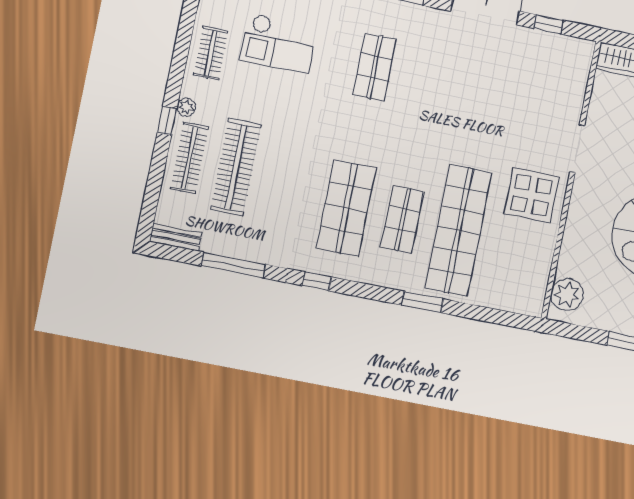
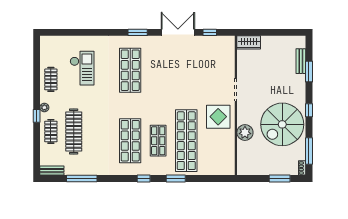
checkout: (279, 43) -> (82, 68), turned -90
shop shelf: (375, 67) -> (130, 70), width x1.43, depth x1.36
clothes rail: (190, 158) -> (51, 131), width x0.73
window: (317, 281) -> (144, 178), moved
plant: (567, 294) -> (245, 133), moved

